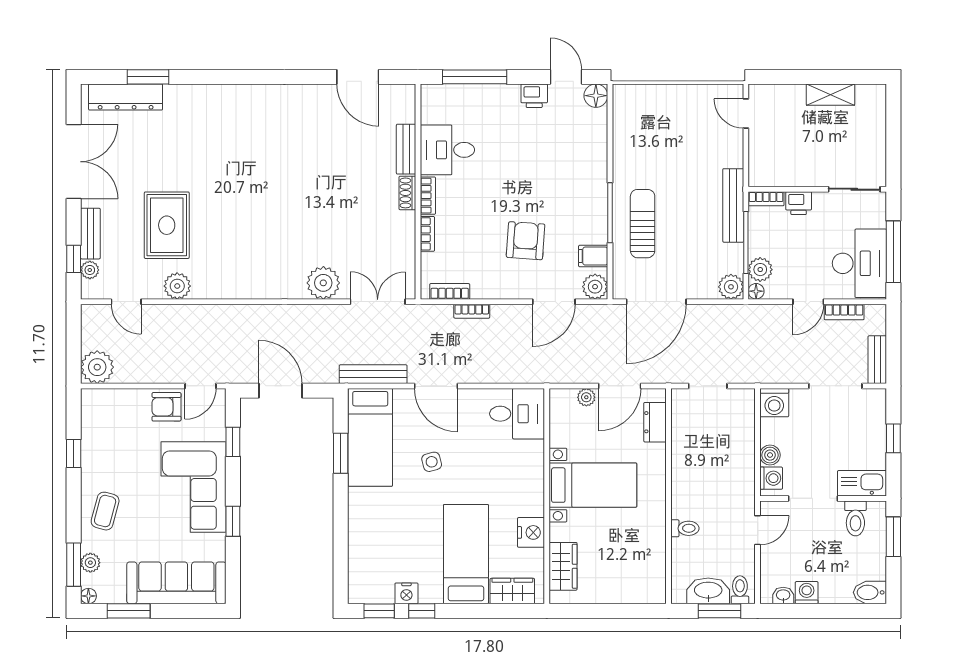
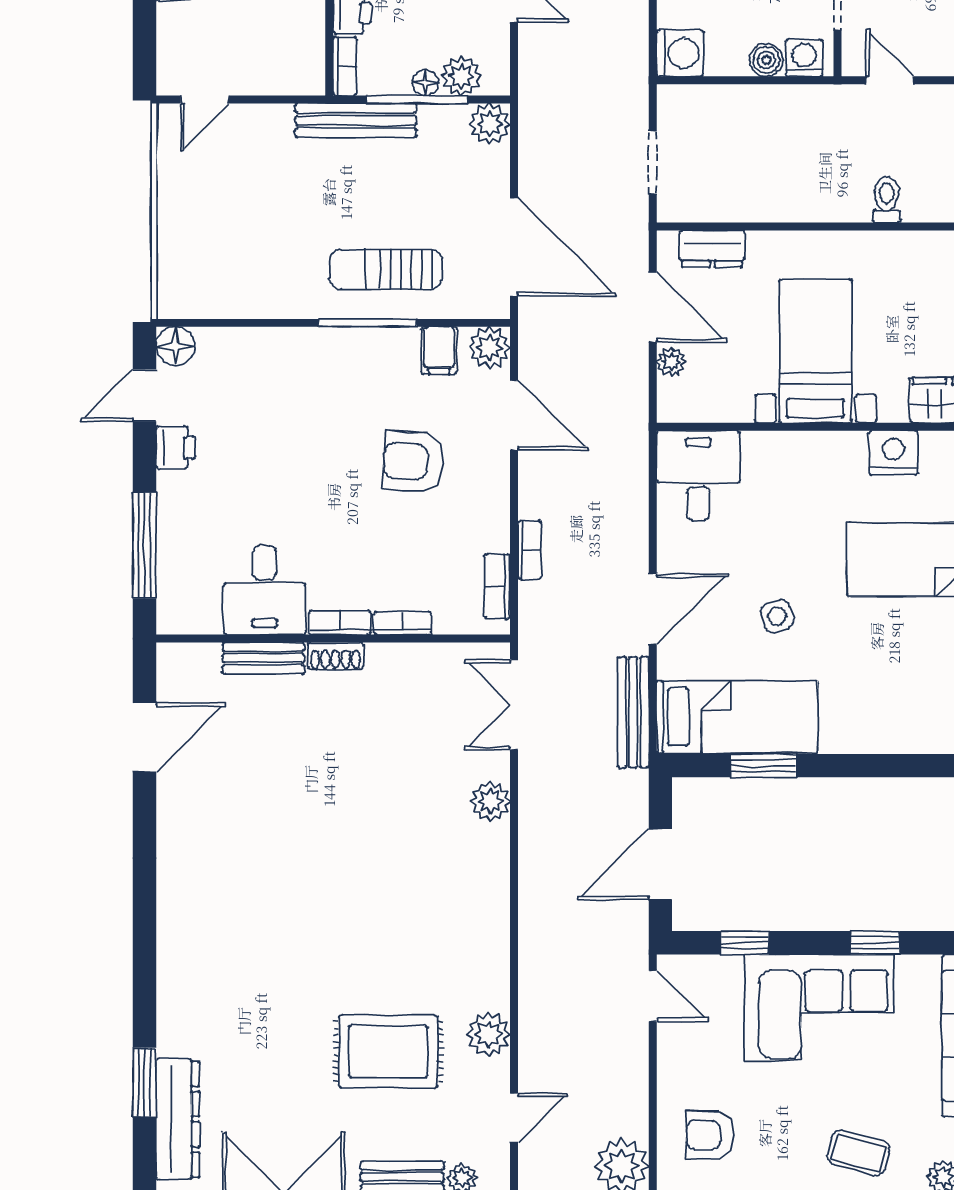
plant: (323, 283) -> (490, 801), width x0.73, depth x0.73
floor lamp: (756, 291) -> (425, 83), moved
armchair: (166, 407) -> (710, 1135), moved, turned 90

